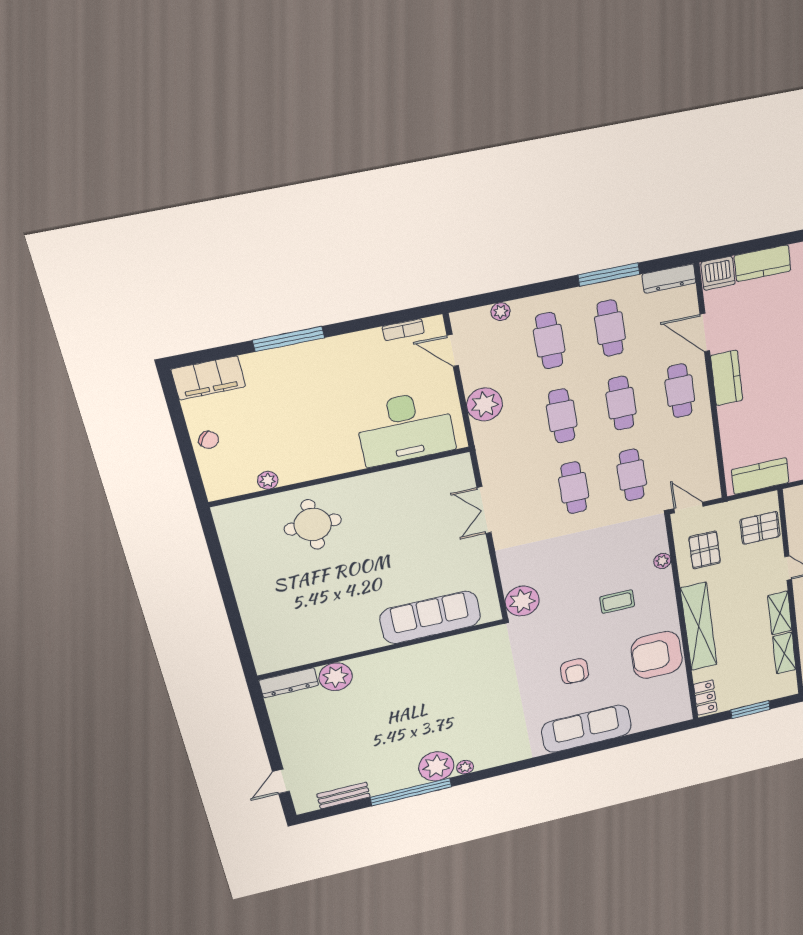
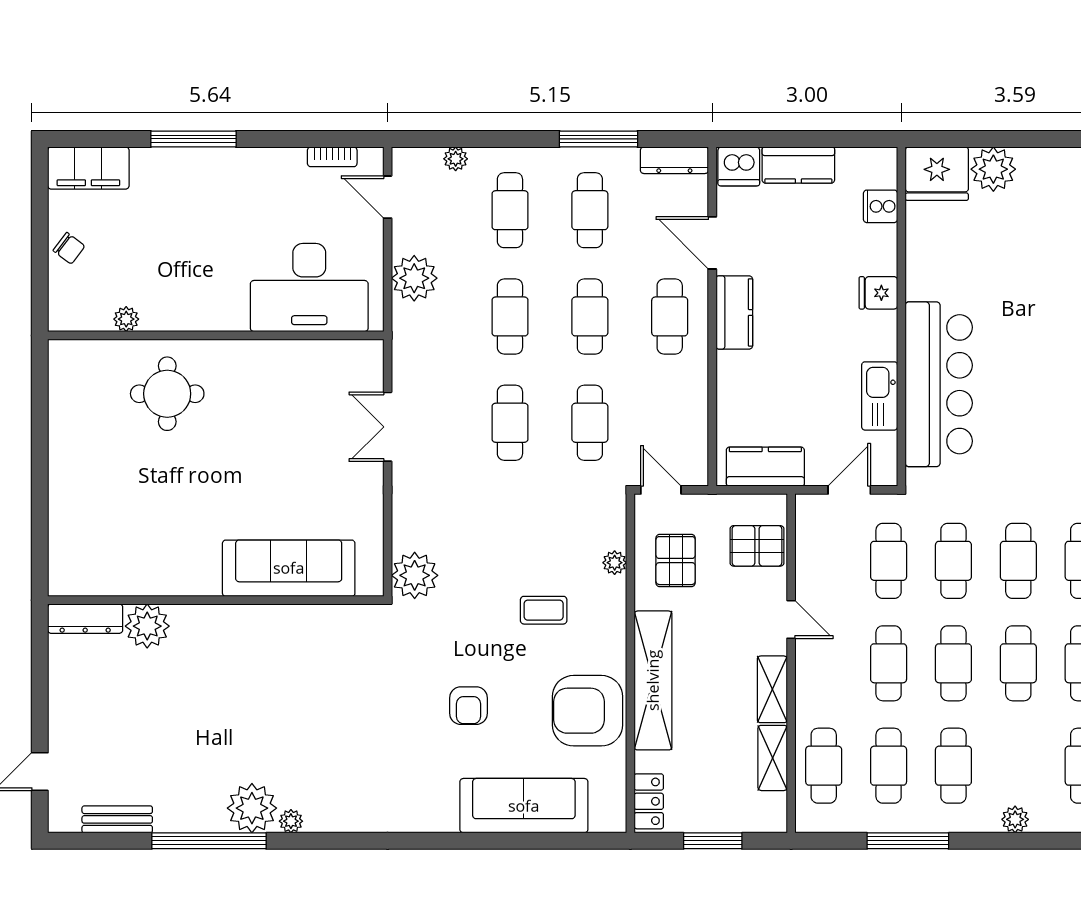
sofa: (586, 729) -> (524, 806), moved

